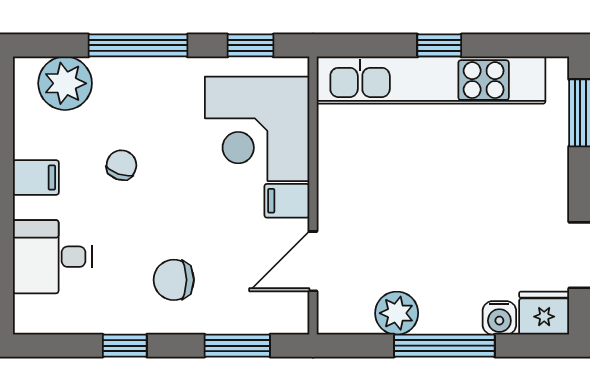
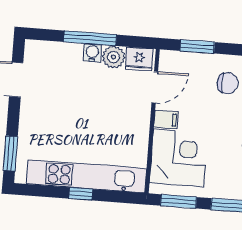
window: (250, 45) -> (179, 201), width x1.50
fridge: (544, 313) -> (139, 59), moved
water cooler: (499, 318) -> (92, 53), moved

